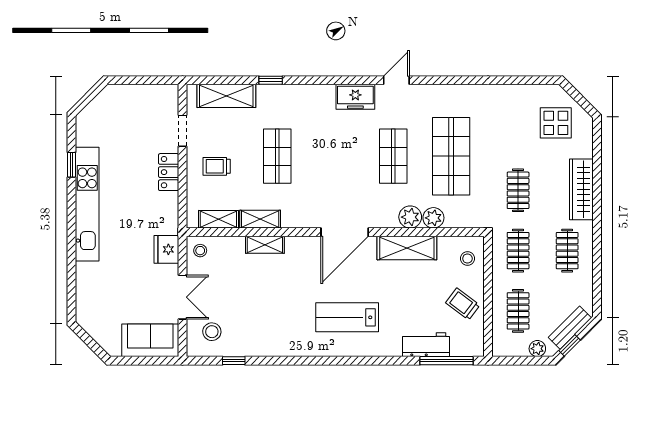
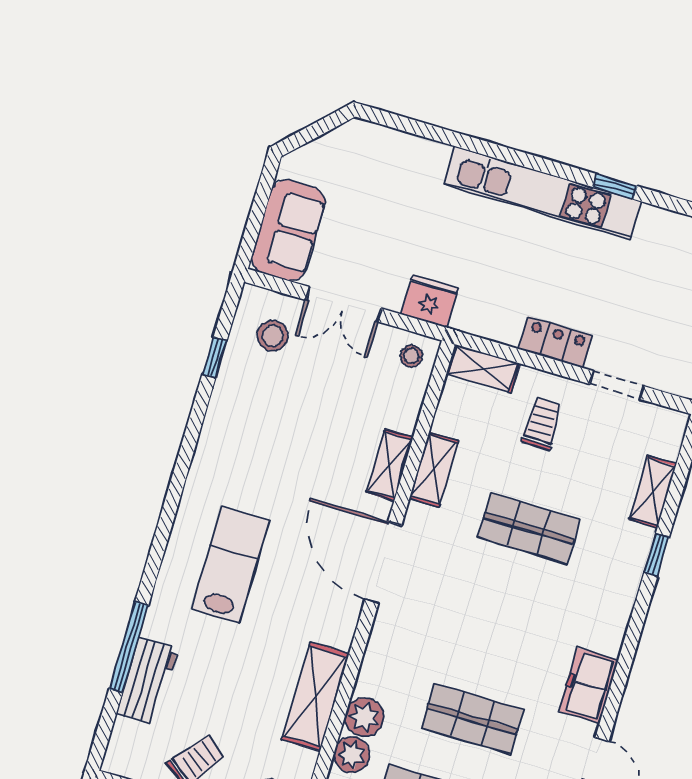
shelving: (226, 96) -> (653, 492), width x0.67, depth x0.75
shelving: (218, 219) -> (483, 368), moved, turned 90
door: (345, 232) -> (383, 562), moved
window: (447, 361) -> (129, 647), moved

